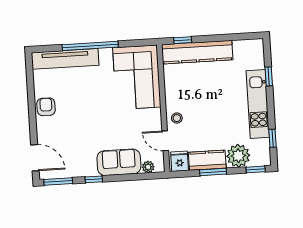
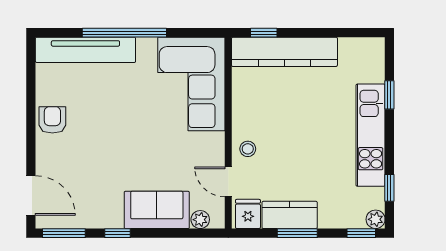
plant: (238, 156) -> (376, 219), moved, width x0.53, depth x0.53

